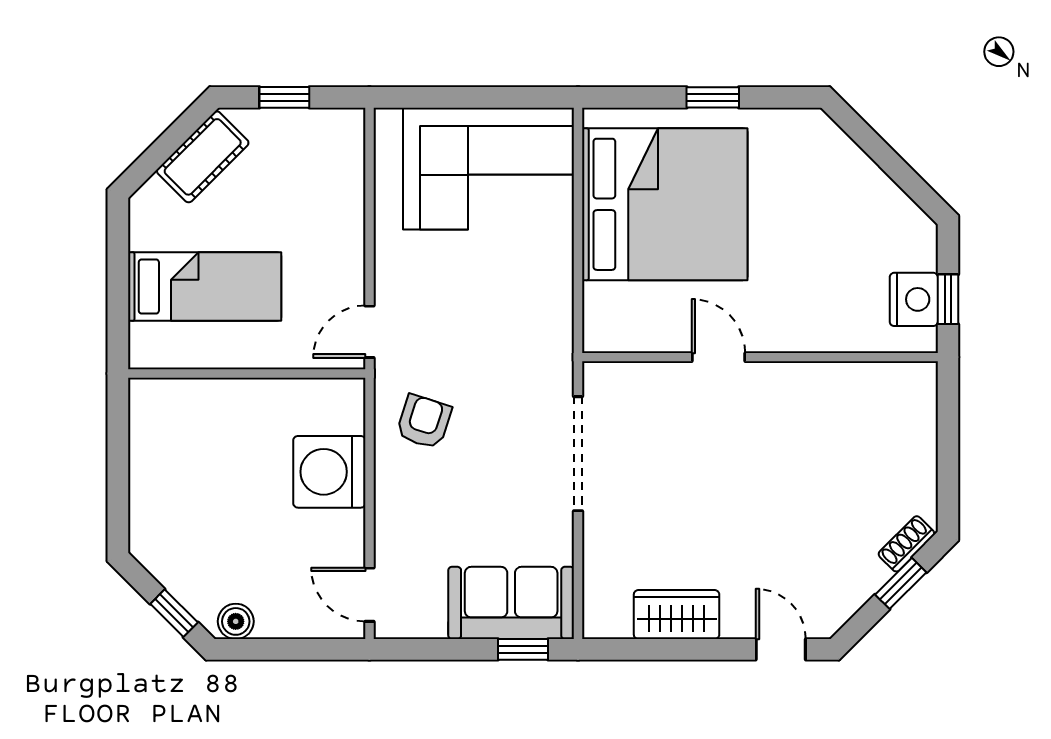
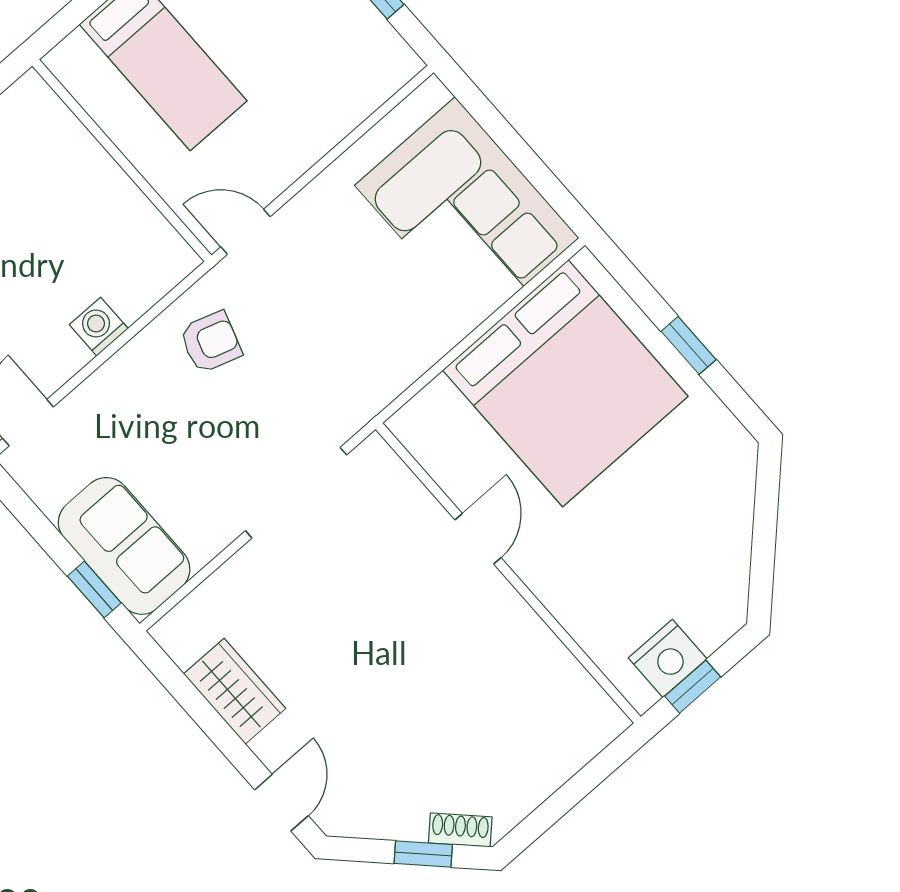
washing machine: (329, 472) -> (99, 327), width x0.53, depth x0.53

